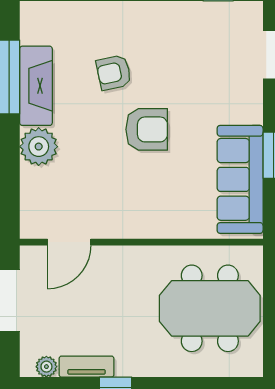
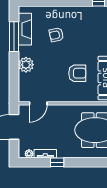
fireplace: (36, 86) -> (25, 29), moved
armchair: (147, 129) -> (77, 73), moved

